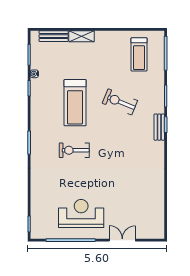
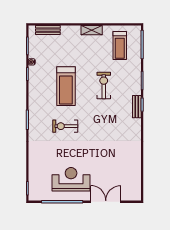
shelving: (82, 36) -> (92, 30), moved
exercise bike: (120, 102) -> (104, 85), turned 68
double door: (122, 240) -> (106, 202), width x1.37

